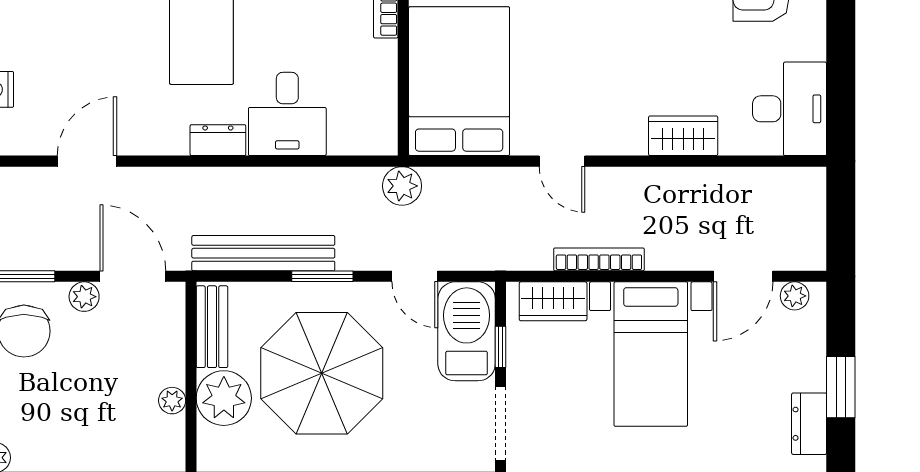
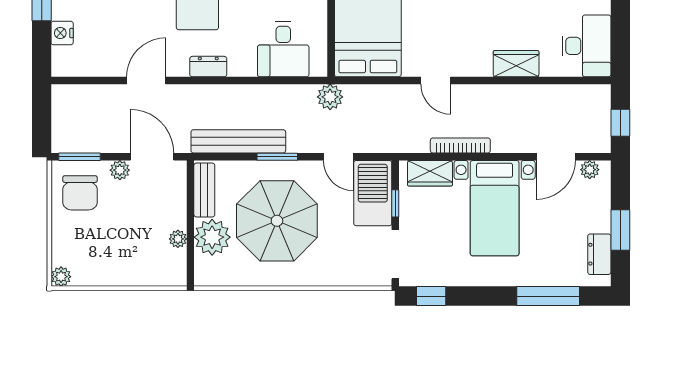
desk: (287, 114) -> (283, 49), moved
door: (87, 161) -> (146, 80), moved
window: (841, 225) -> (620, 123), added

